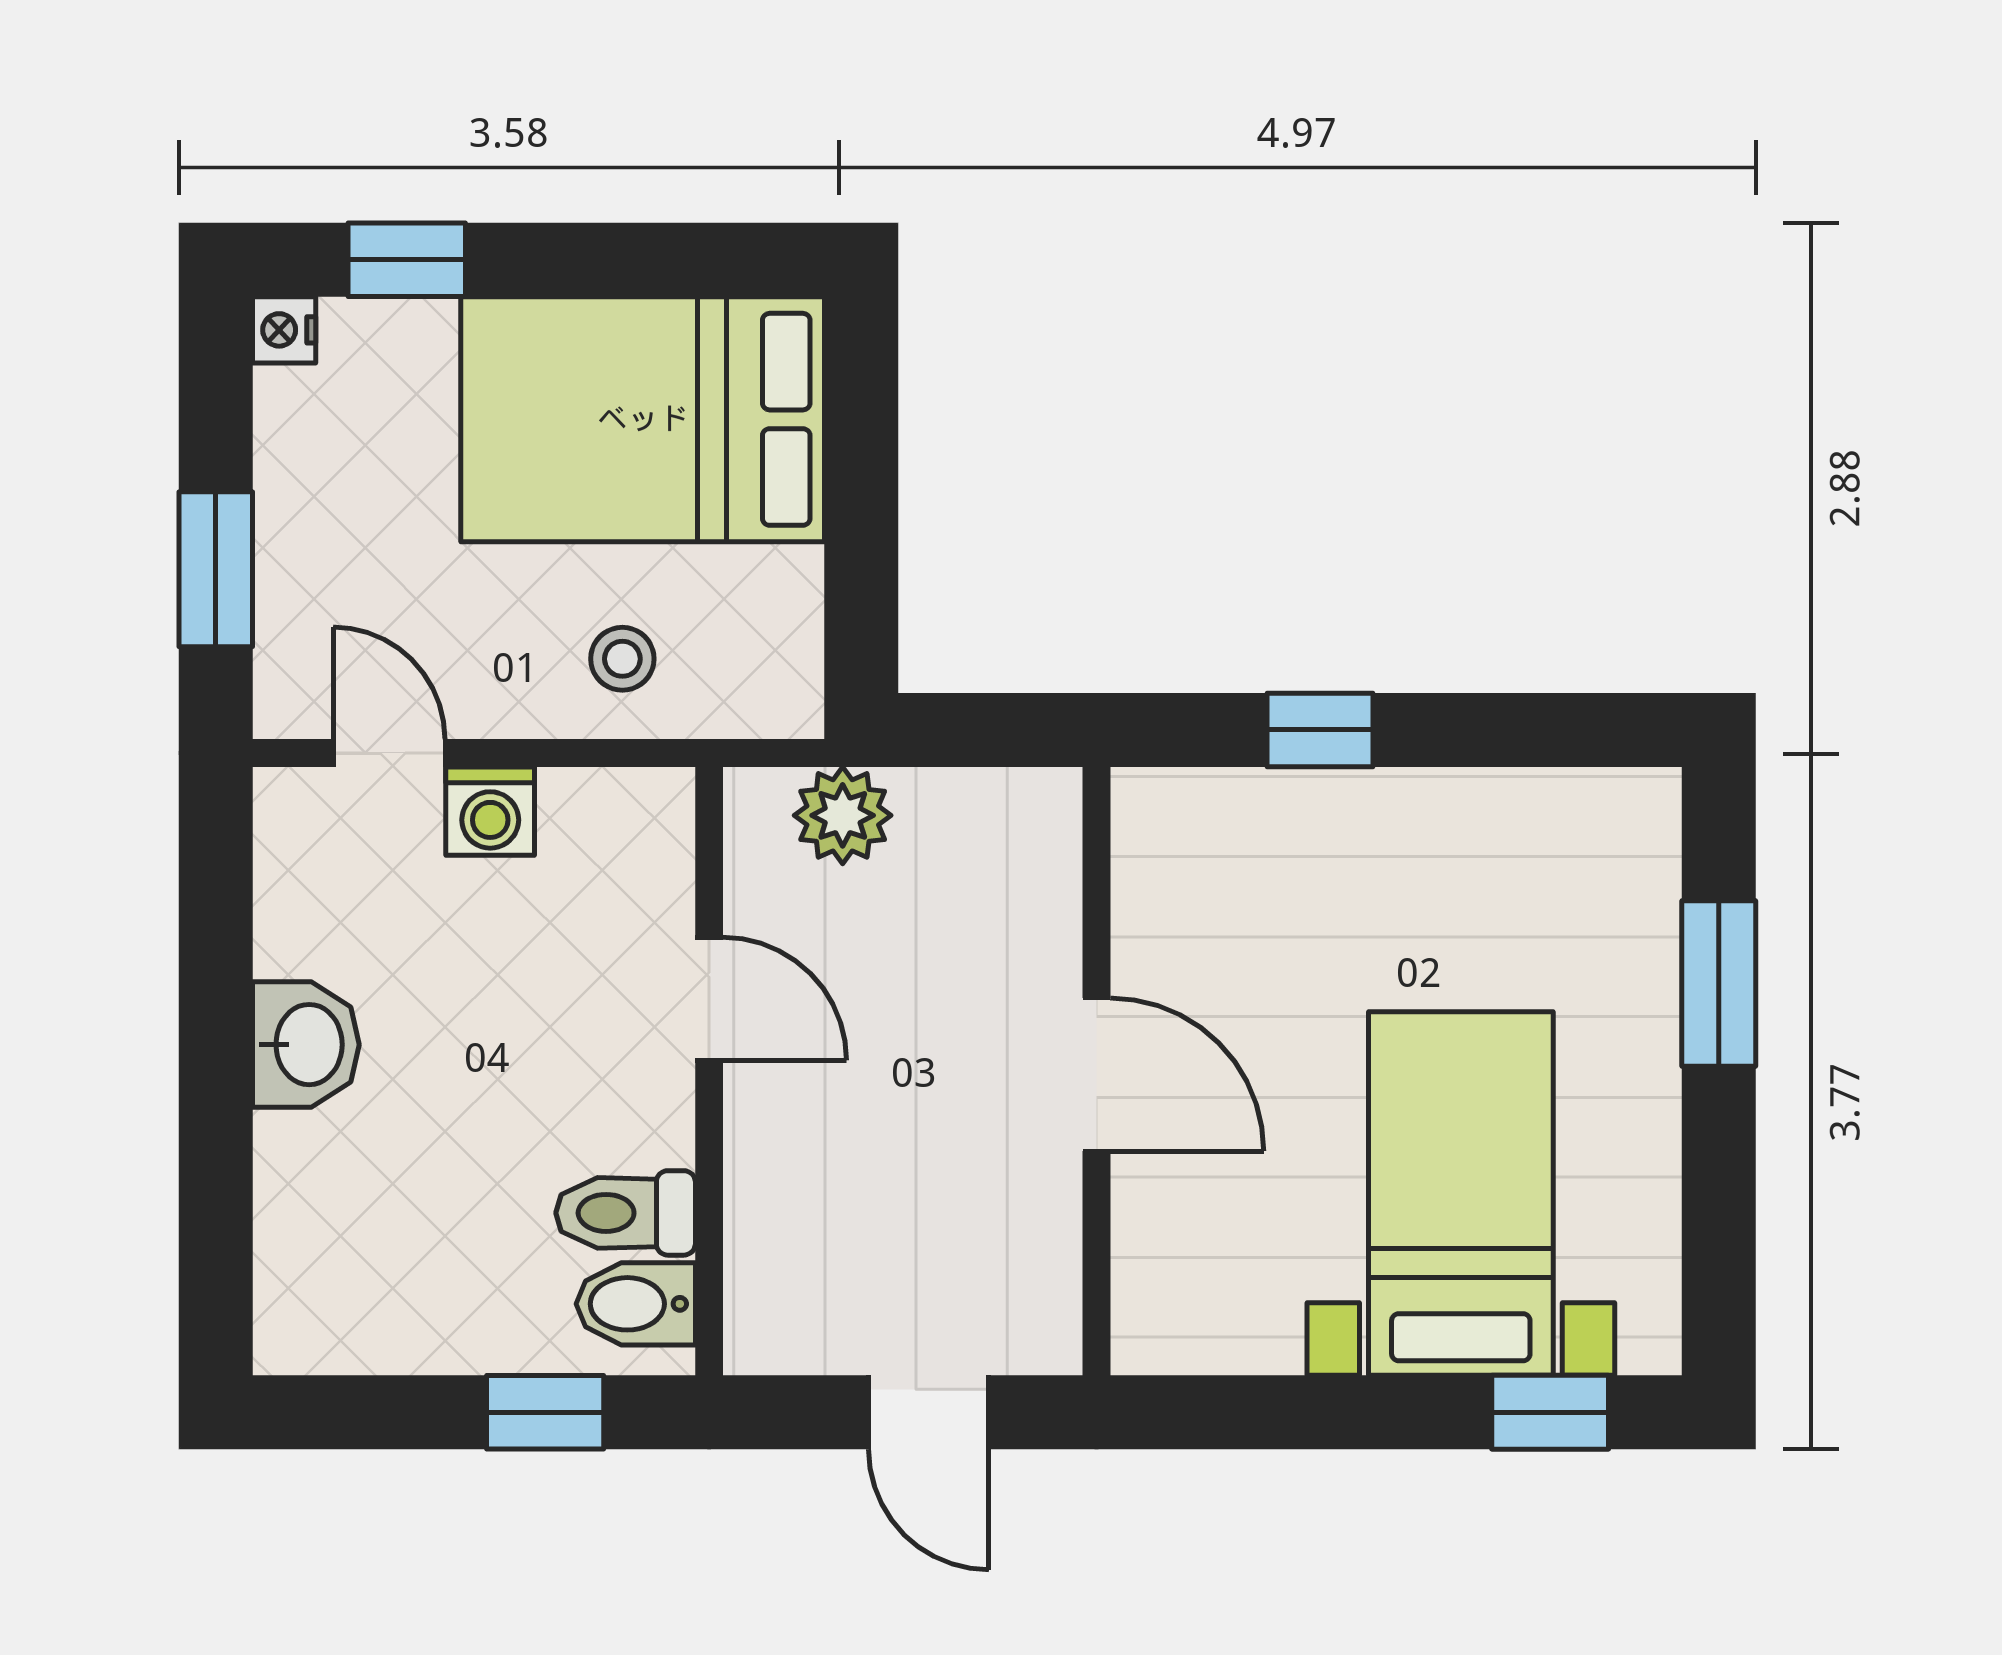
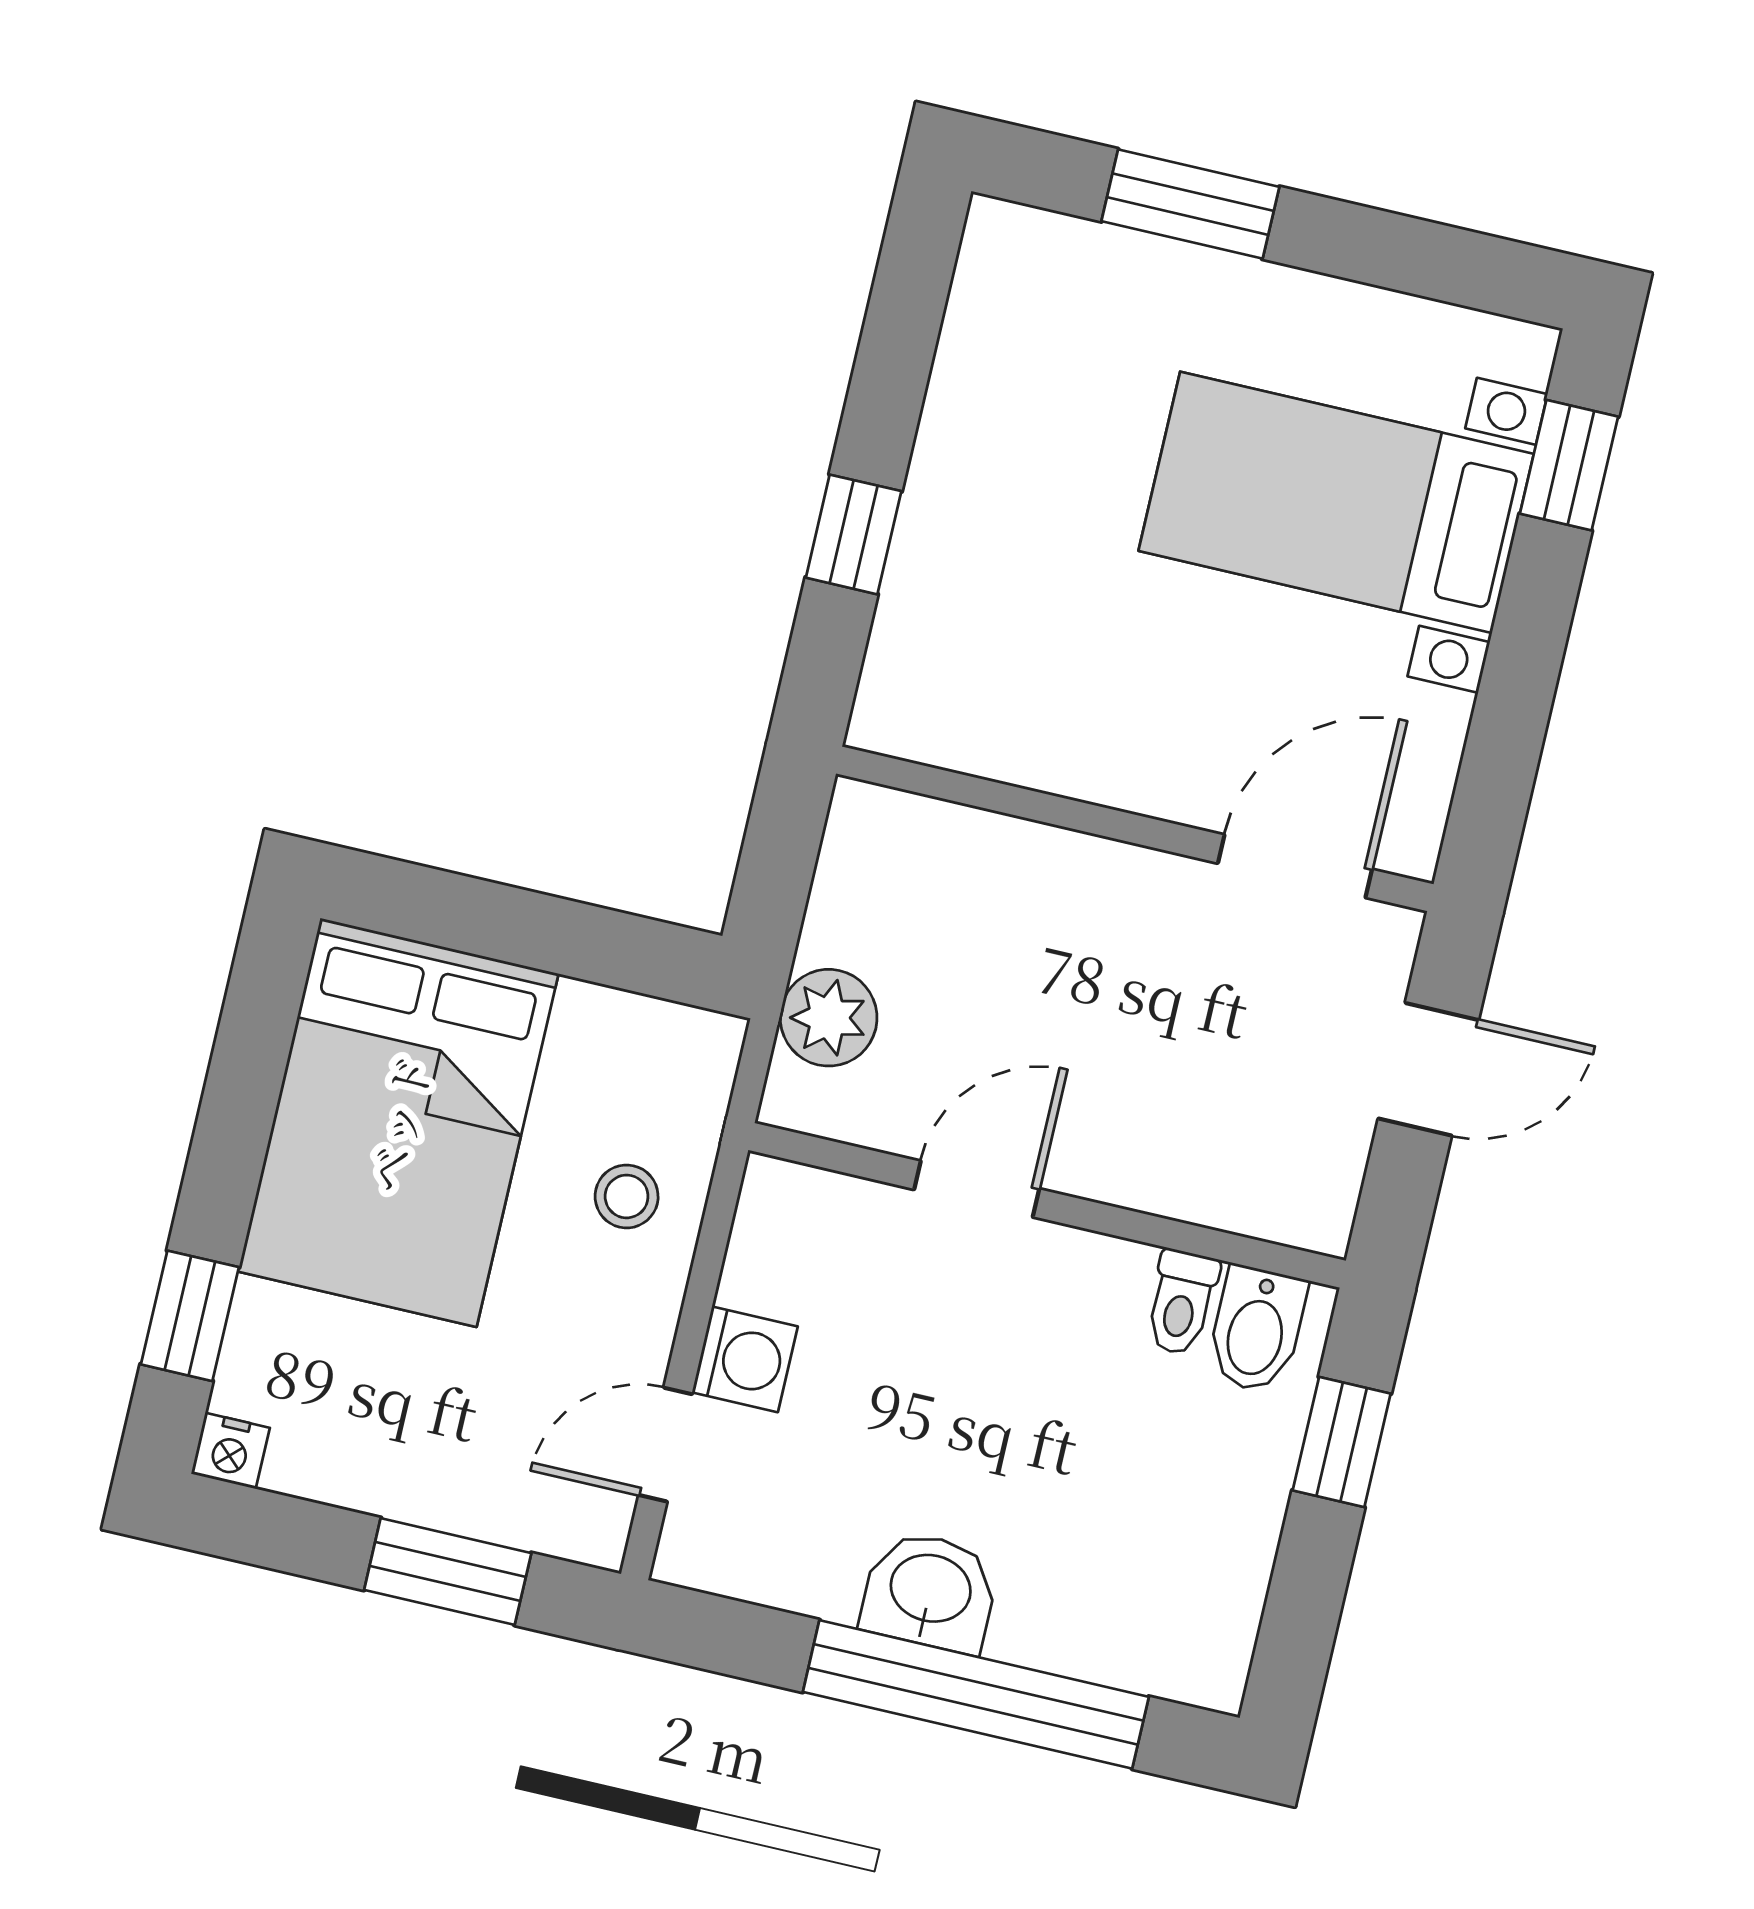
door: (1096, 1074) -> (1295, 866), moved
window: (216, 1113) -> (976, 1694), added
toilet: (626, 1213) -> (1182, 1302), width x0.73, depth x0.72

